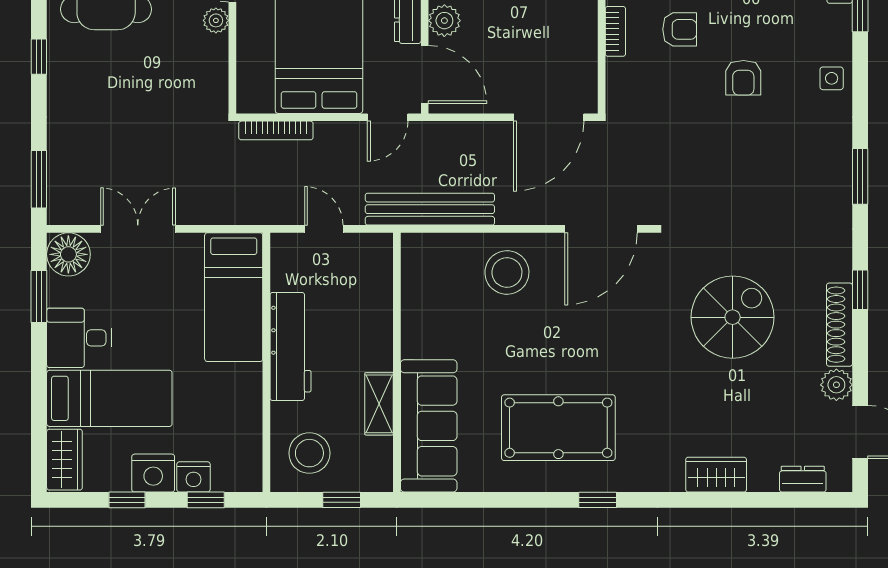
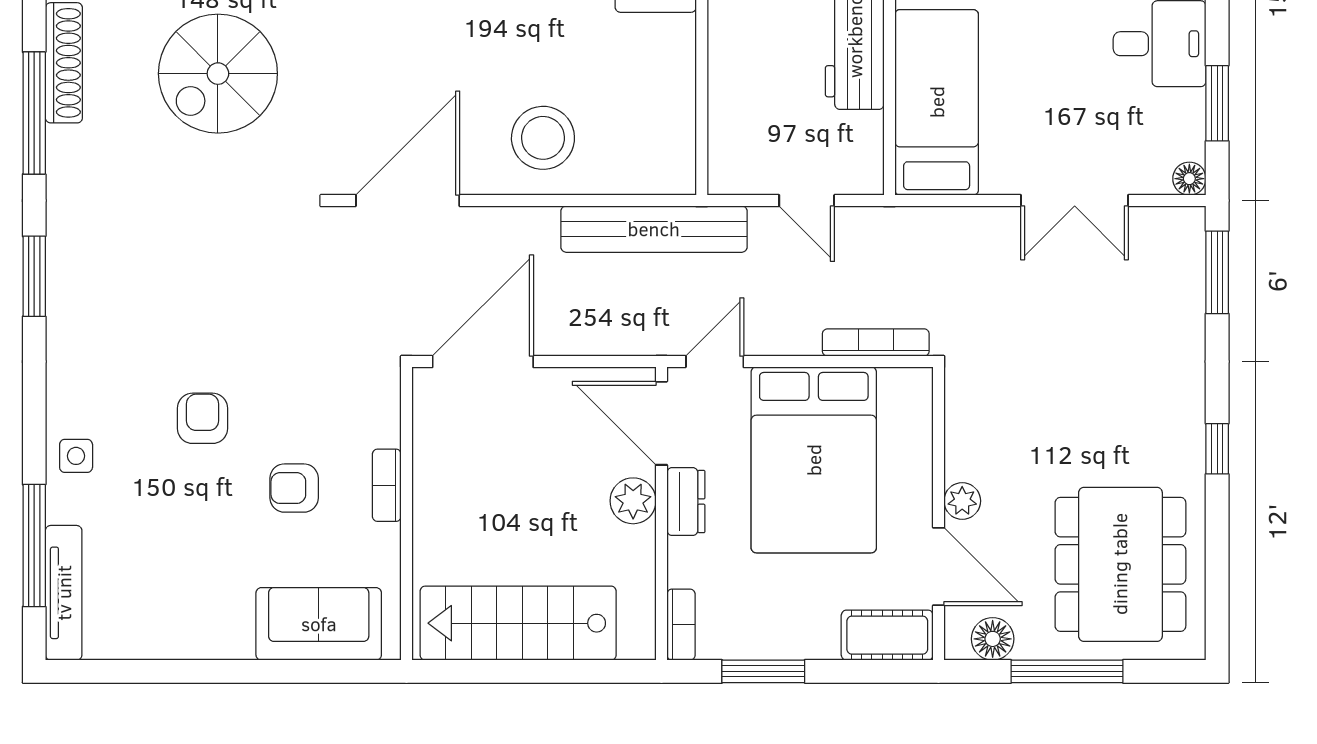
side table: (832, 78) -> (76, 456), moved
floor lamp: (68, 254) -> (1189, 179), width x0.53, depth x0.53
window: (860, 290) -> (34, 113), width x2.17

